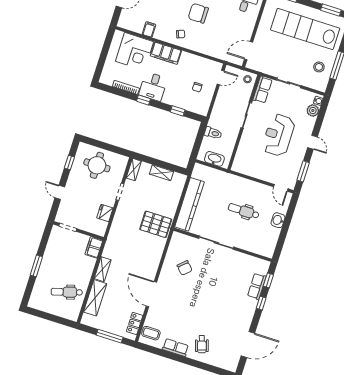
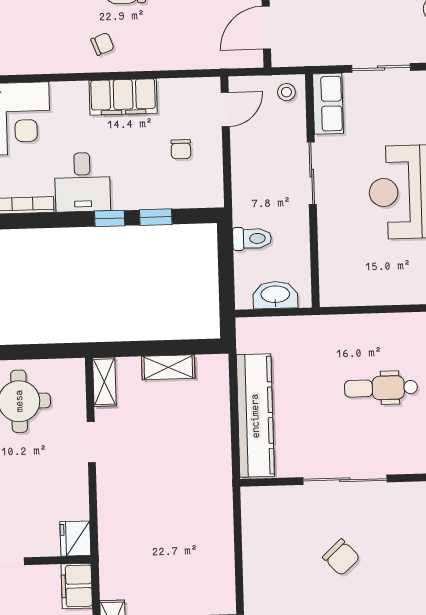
filing cabinet: (149, 29) -> (29, 58), removed
filing cabinet: (166, 53) -> (123, 97), moved
window: (144, 100) -> (110, 218), moved
fridge: (105, 213) -> (75, 539), moved
pallet: (156, 224) -> (196, 486), removed
chair: (185, 268) -> (341, 557), moved

